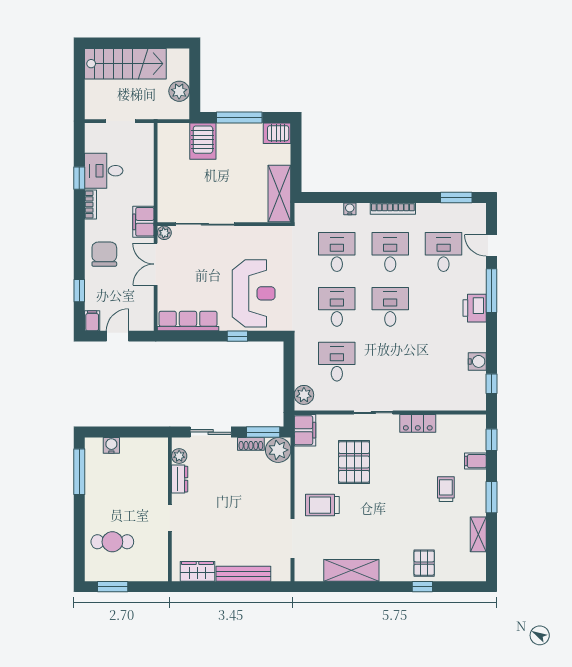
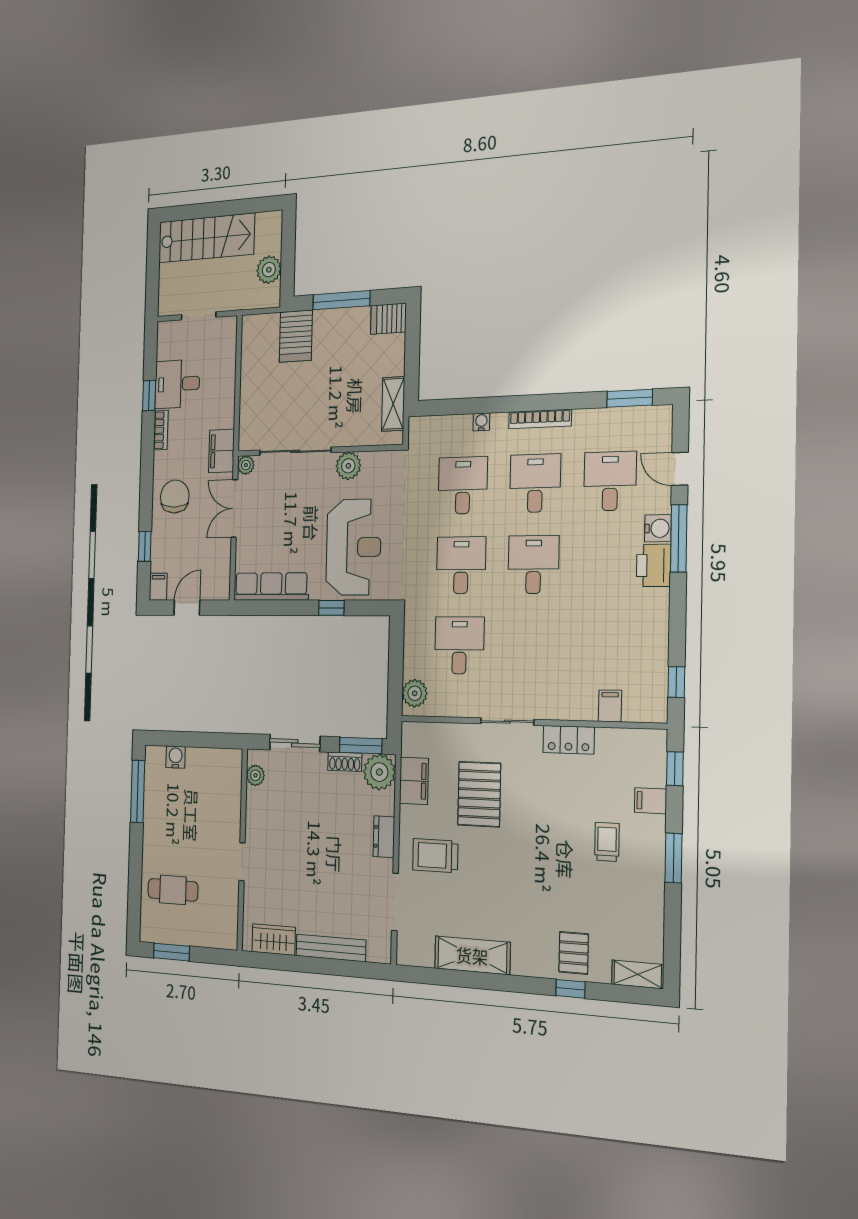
shelving: (279, 193) -> (393, 404), width x0.67, depth x0.75
plant: (248, 236) -> (348, 466), added
water cooler: (477, 361) -> (658, 528), moved
filing cabinet: (446, 400) -> (610, 706), added
filing cabinet: (305, 430) -> (414, 781), moved
dresser: (180, 479) -> (384, 837), moved, turned 180
shelving: (478, 534) -> (638, 974), moved, turned 90

